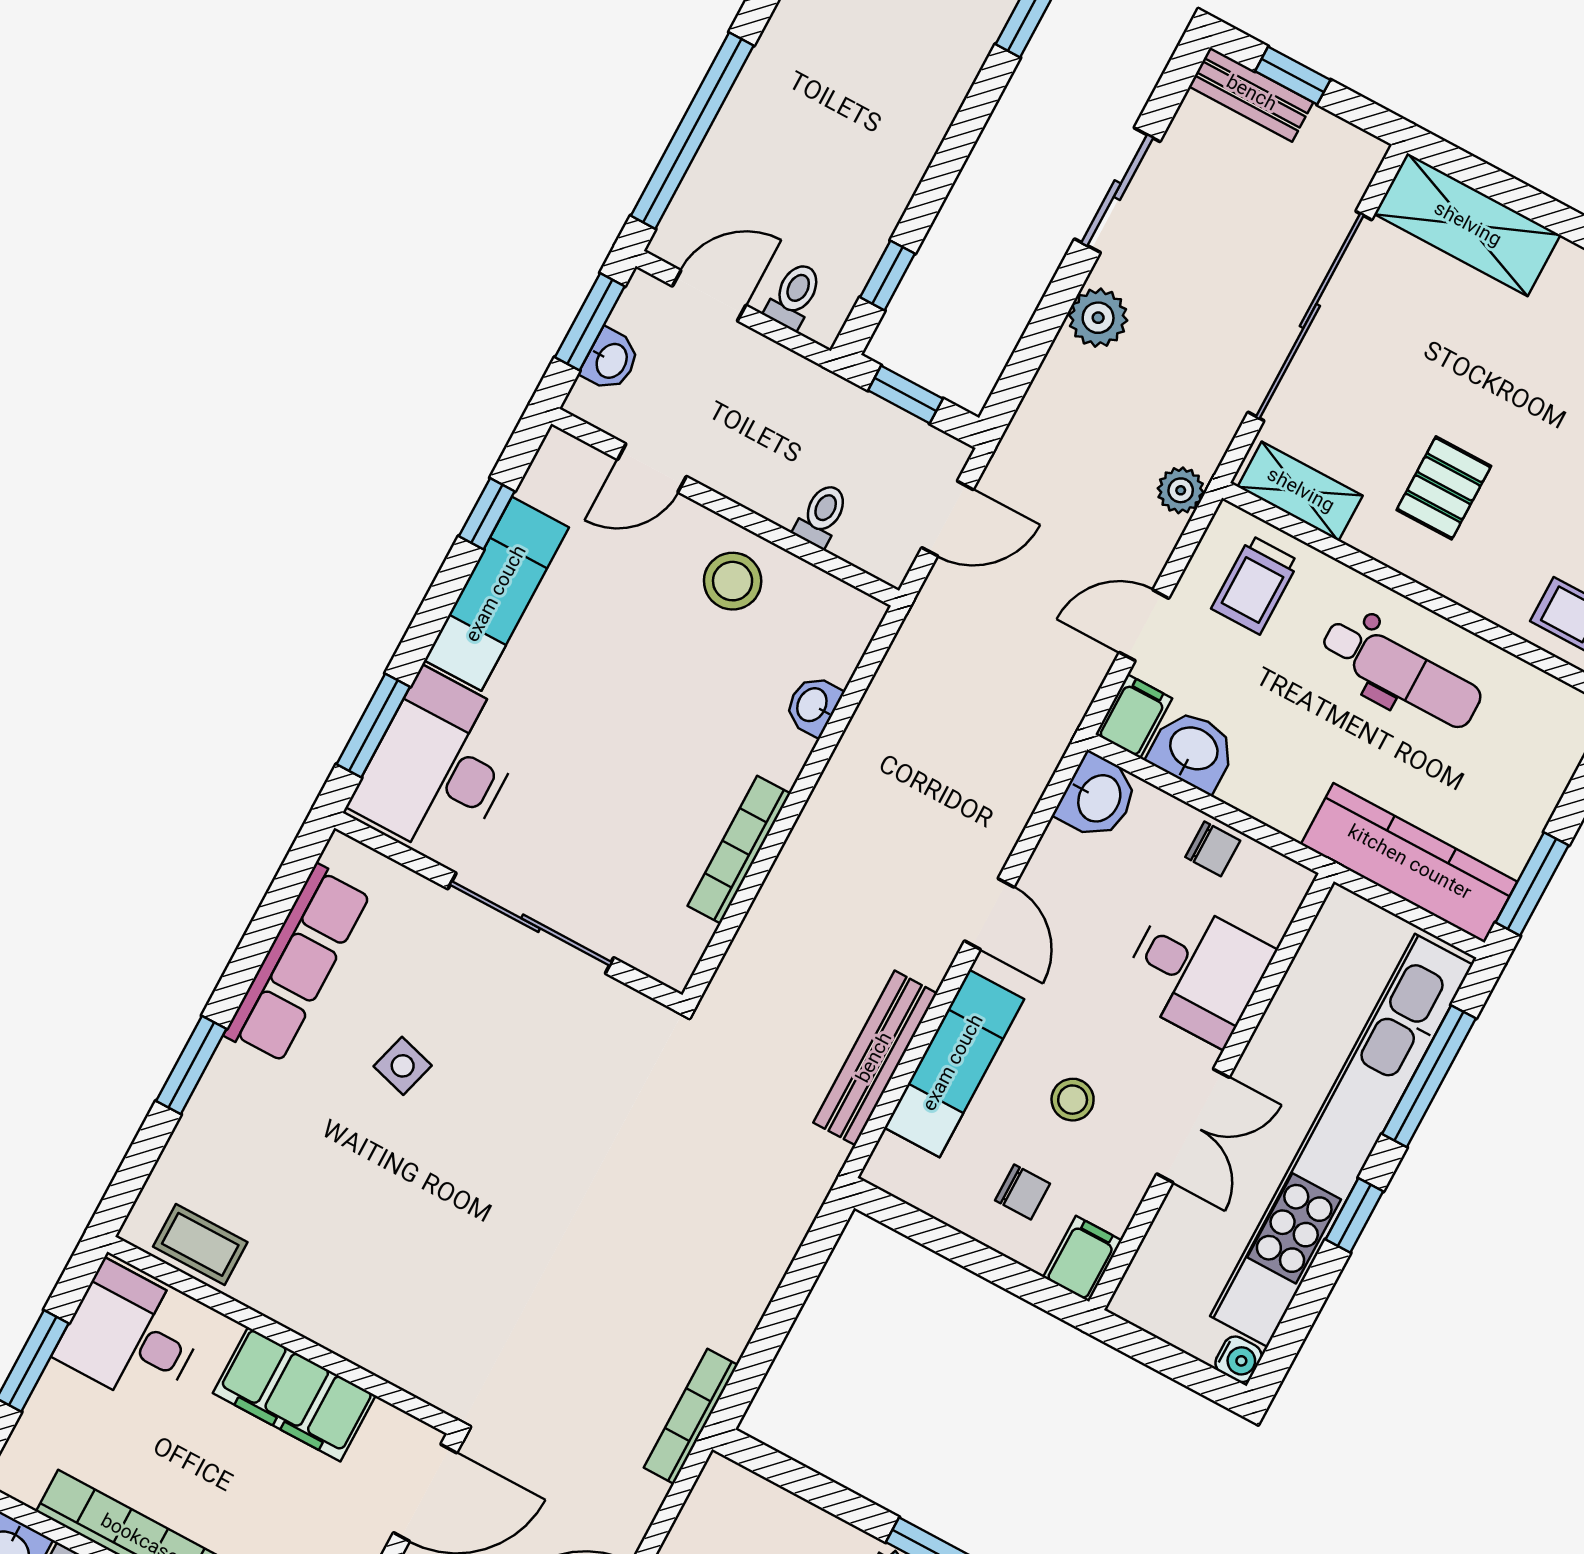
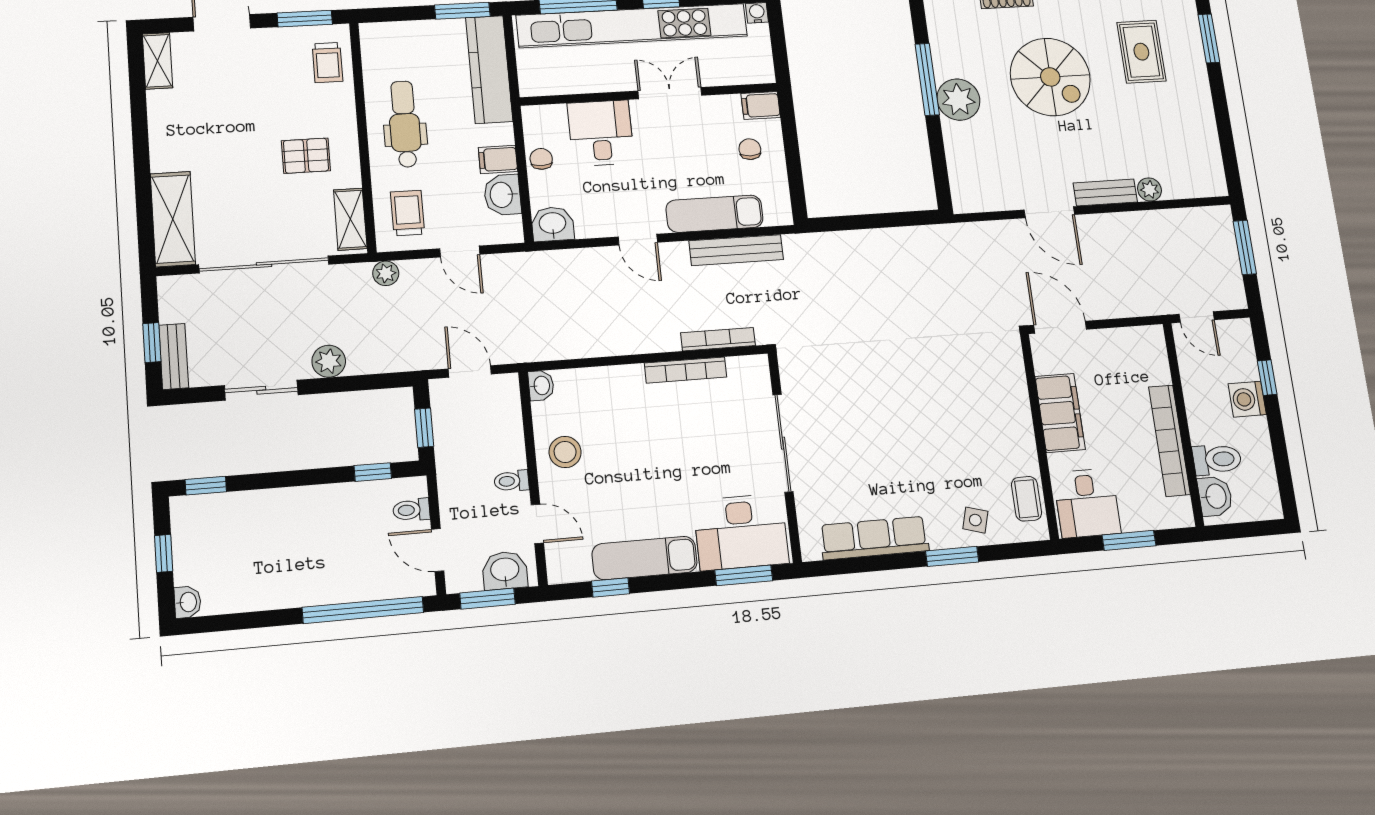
washbasin: (611, 360) -> (505, 571), width x1.38, depth x1.45
toilet: (822, 515) -> (511, 481), moved
trolley: (1255, 585) -> (408, 213), turned -90
washbasin: (813, 705) -> (541, 385), moved, turned -90
filing cabinet: (1134, 716) -> (498, 159), moved
door: (989, 914) -> (638, 240), swing flipped
side table: (403, 1066) -> (975, 520), moved
stool: (1073, 1100) -> (695, 152), removed
bookcase: (691, 1416) -> (718, 339), moved, turned 180

